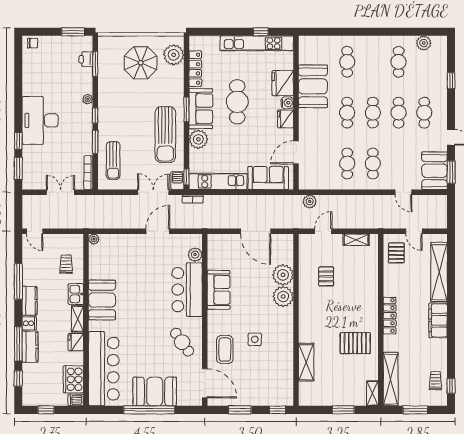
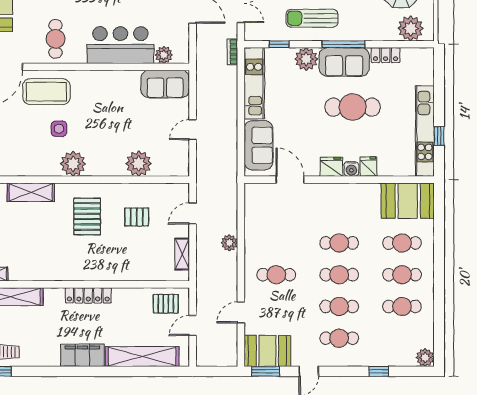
plant: (424, 43) -> (425, 358), moved
locker: (195, 69) -> (386, 55), width x0.66
fridge: (283, 83) -> (368, 167), width x0.53, depth x0.75
booth: (313, 86) -> (408, 201), moved
window: (186, 109) -> (343, 44), width x1.44
sun lounger: (165, 135) -> (312, 18), width x0.73, depth x0.75
cafe table: (347, 163) -> (402, 275), moved
window: (186, 177) -> (279, 44), moved
barbecue: (177, 181) -> (255, 33), removed
plant: (310, 201) -> (229, 243), moved
door: (256, 231) -> (193, 130), width x0.53
door: (323, 231) -> (193, 213), swing flipped
sofa: (219, 290) -> (165, 84), moved
plant: (283, 297) -> (73, 164), moved
cafe table: (182, 342) -> (56, 39), turned -55
pallet: (355, 343) -> (87, 216), moved
coffee table: (225, 349) -> (46, 92), width x1.36, depth x1.32

